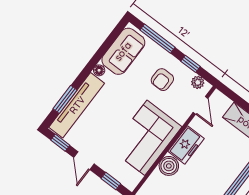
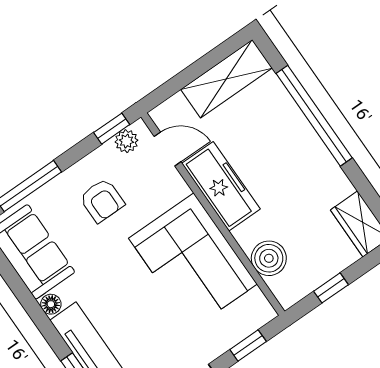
window: (191, 64) -> (112, 129), moved
freezer: (186, 145) -> (221, 186), width x1.40
boiler: (169, 166) -> (269, 258), moved

